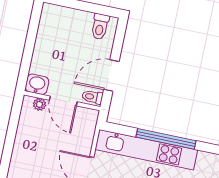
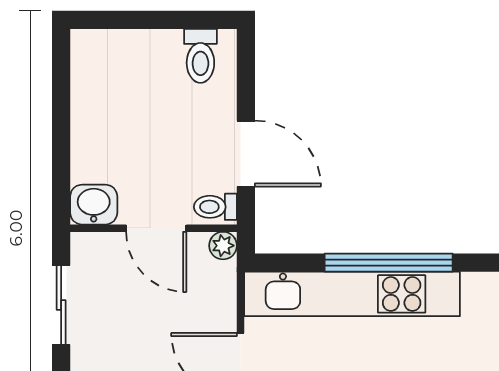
door: (111, 75) -> (246, 154), swing flipped
plant: (39, 104) -> (223, 246), moved
sliding door: (13, 127) -> (61, 305), added

